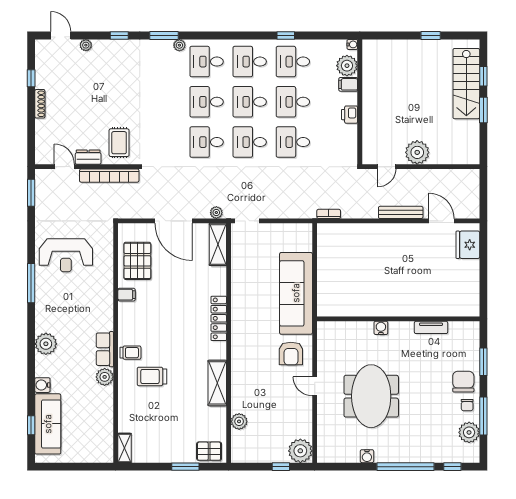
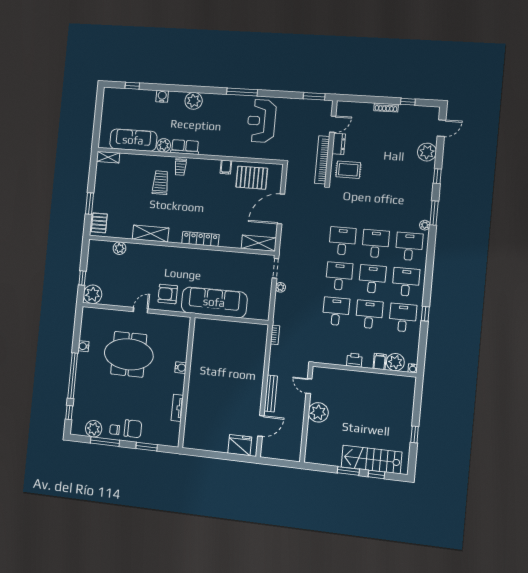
plant: (86, 45) -> (427, 152), width x1.88, depth x1.88
plant: (216, 213) -> (280, 287), moved
sofa: (48, 424) -> (133, 140), moved, turned 180

